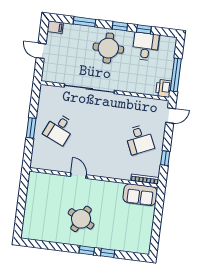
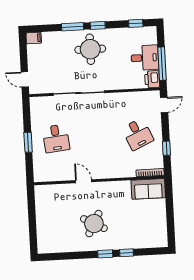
window: (84, 22) -> (73, 27), moved
window: (144, 29) -> (136, 23), moved
desk: (146, 46) -> (145, 58), moved, turned 90
door: (41, 51) -> (25, 79), moved
desk: (59, 129) -> (56, 138), turned -30

